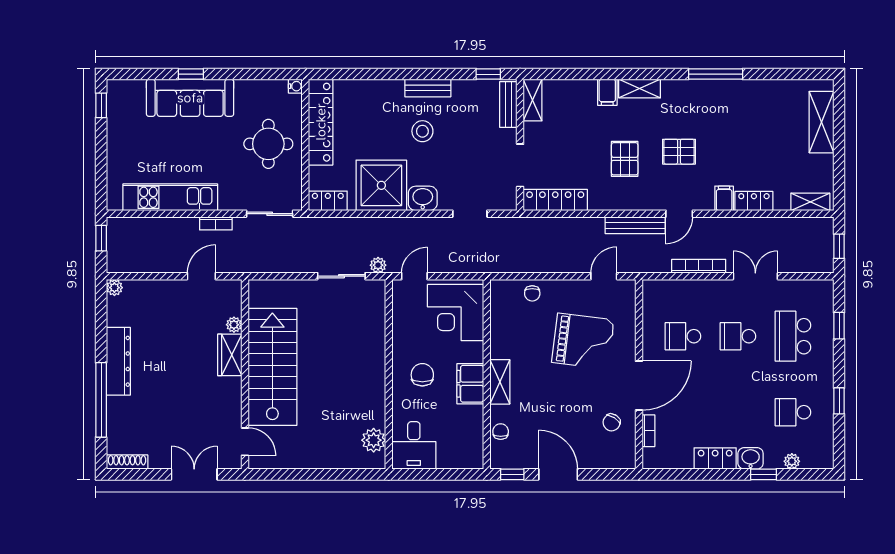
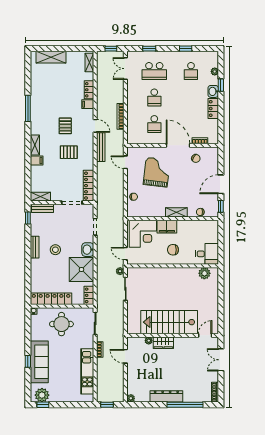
plant: (121, 103) -> (42, 395), added
double door: (755, 276) -> (125, 69), moved
filing cabinet: (470, 384) -> (167, 227), moved

